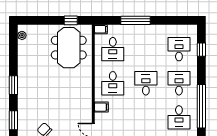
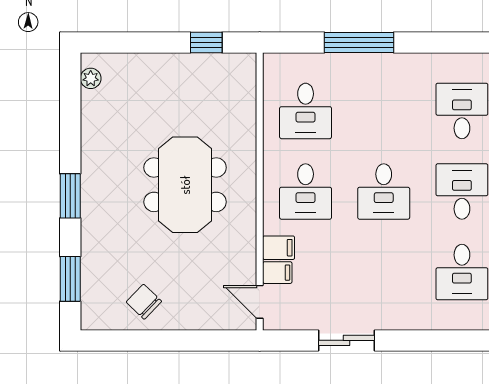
filing cabinet: (101, 29) -> (277, 273), moved
meeting table: (69, 48) -> (185, 185), moved
desk: (146, 83) -> (384, 192), turned 180

